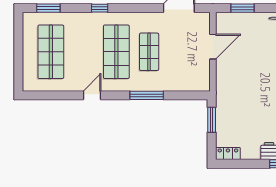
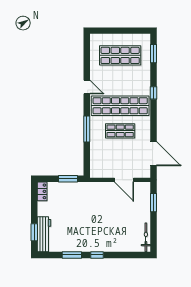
shop shelf: (116, 52) -> (120, 106), width x1.40

